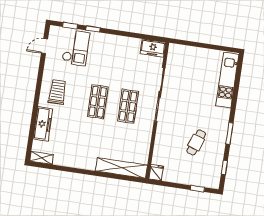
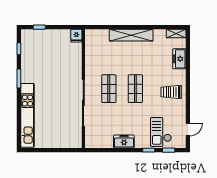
freezer: (153, 48) -> (124, 142), moved
kitchen unit: (227, 80) -> (27, 115), width x1.36
trolley: (57, 92) -> (171, 92), turned 90
freezer: (43, 124) -> (179, 59), width x0.71
cafe table: (196, 142) -> (46, 67), removed
shelving: (121, 168) -> (131, 35), moved

